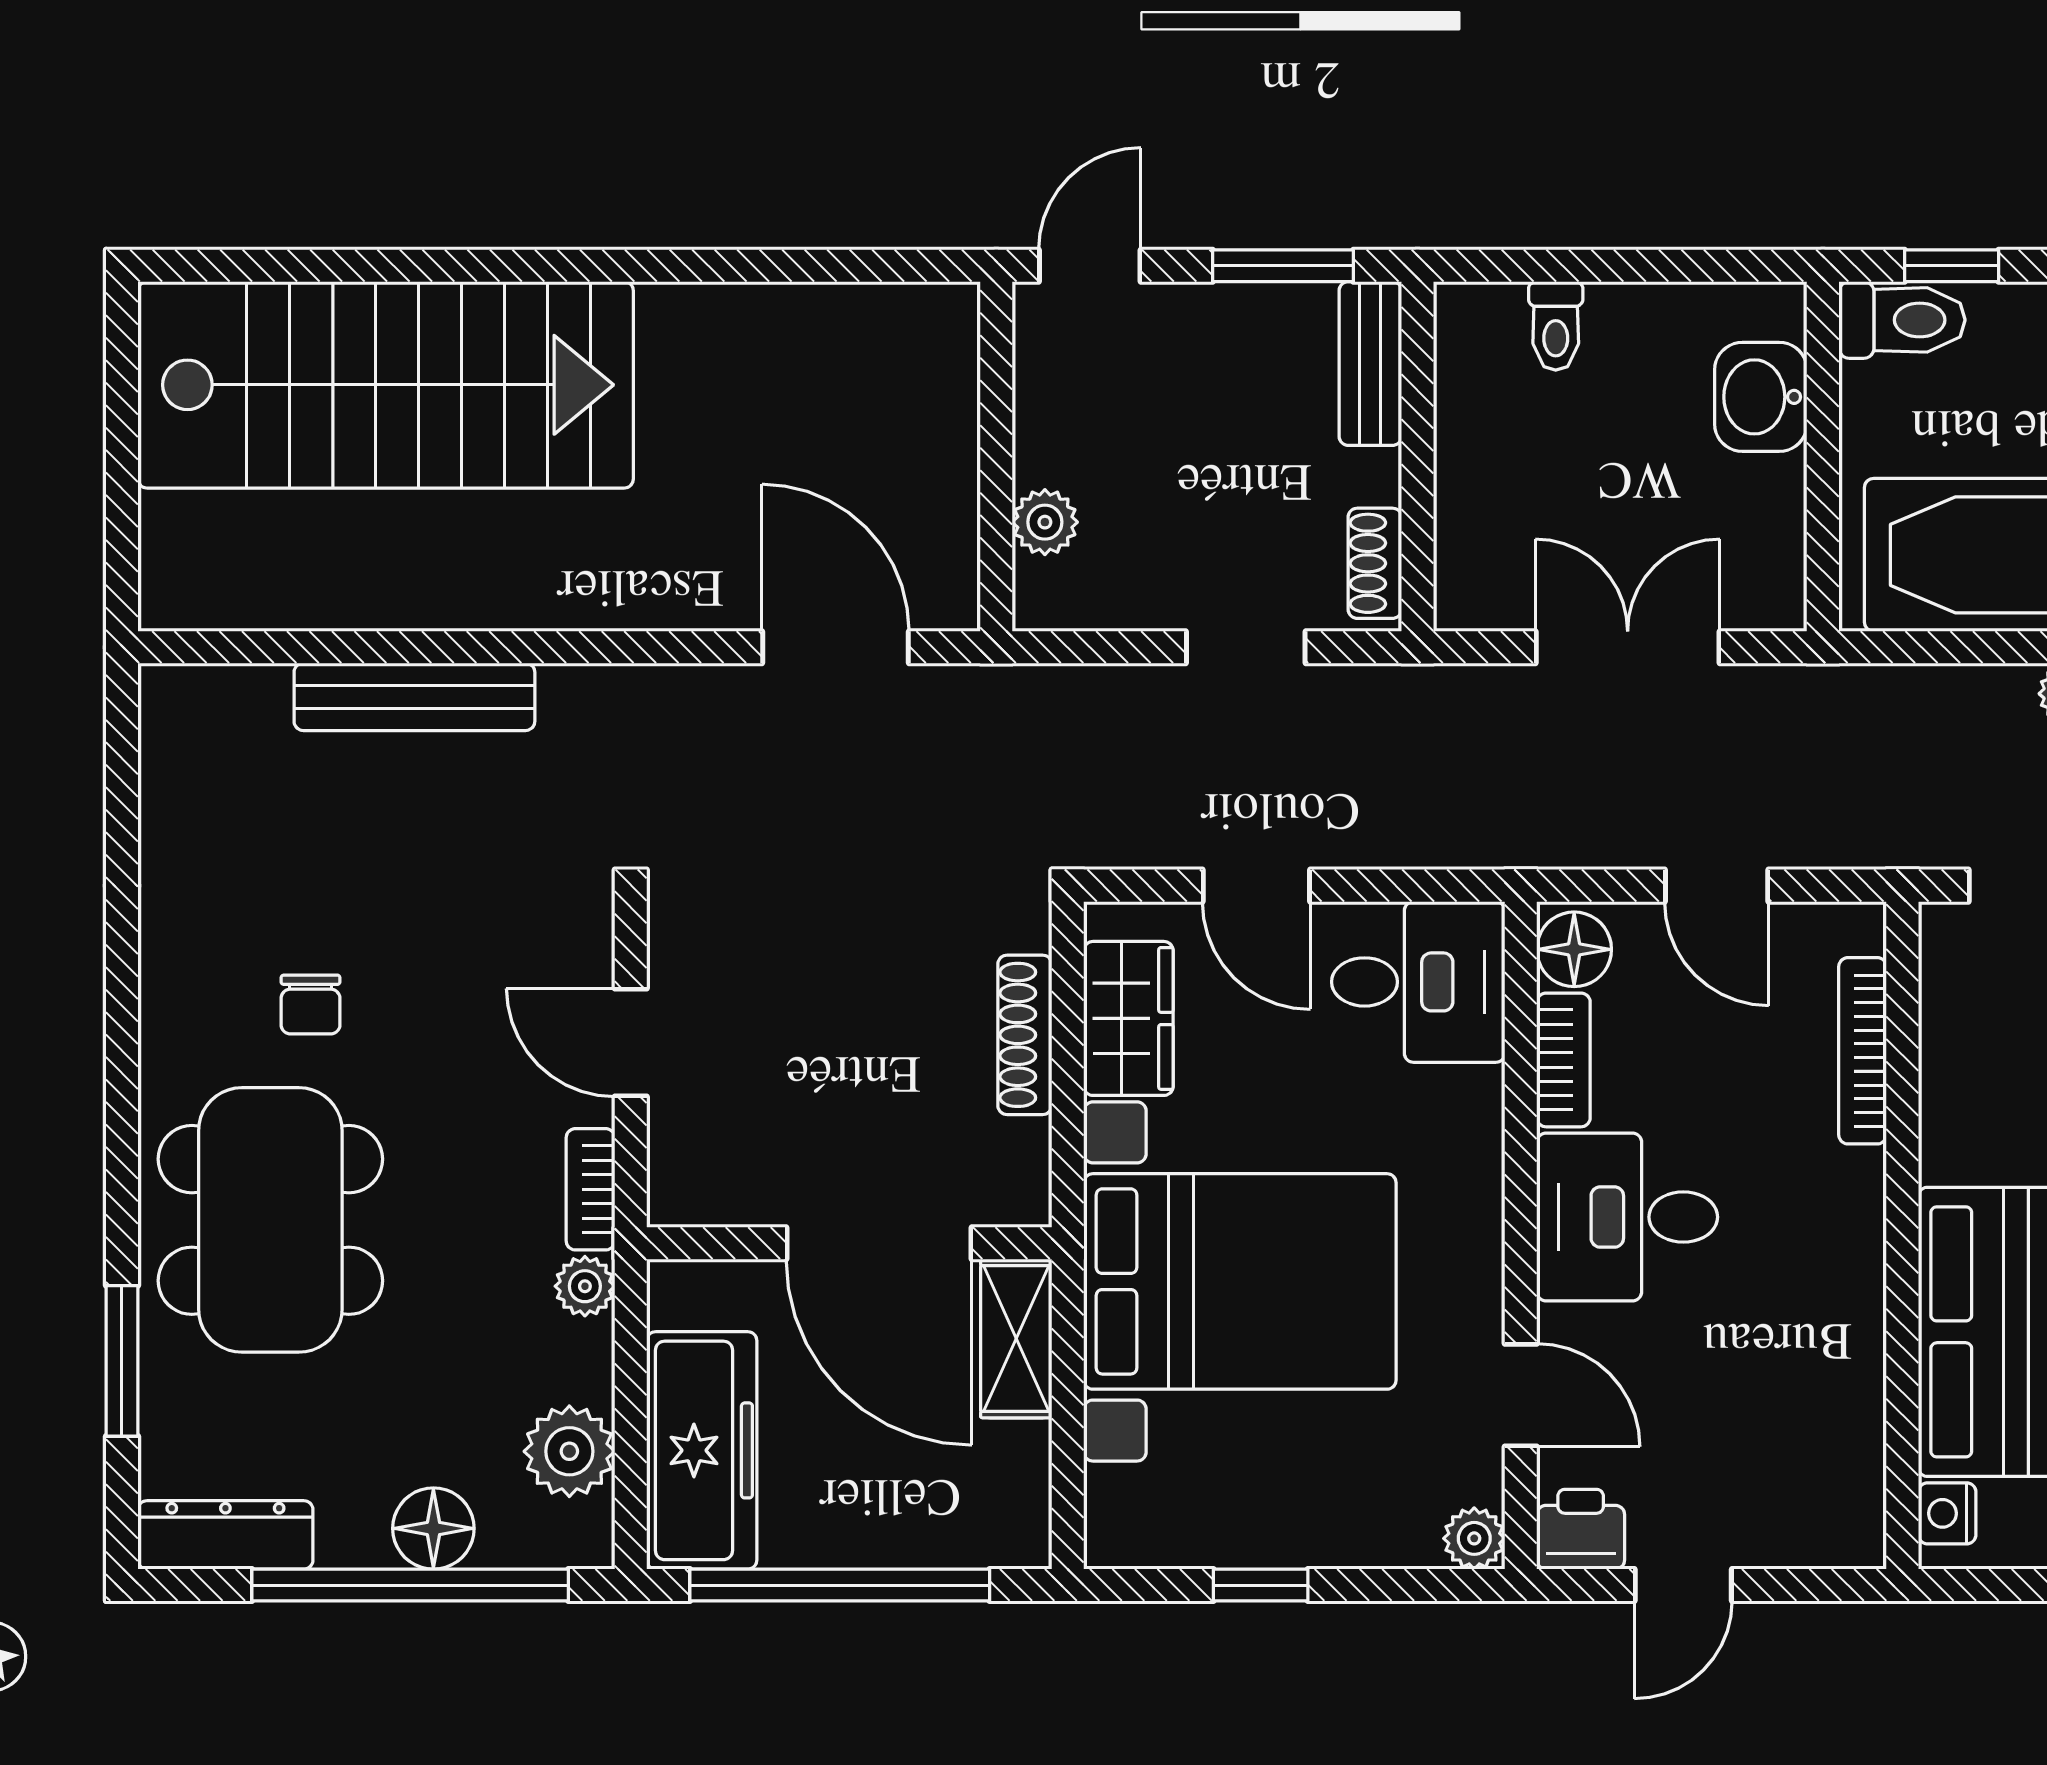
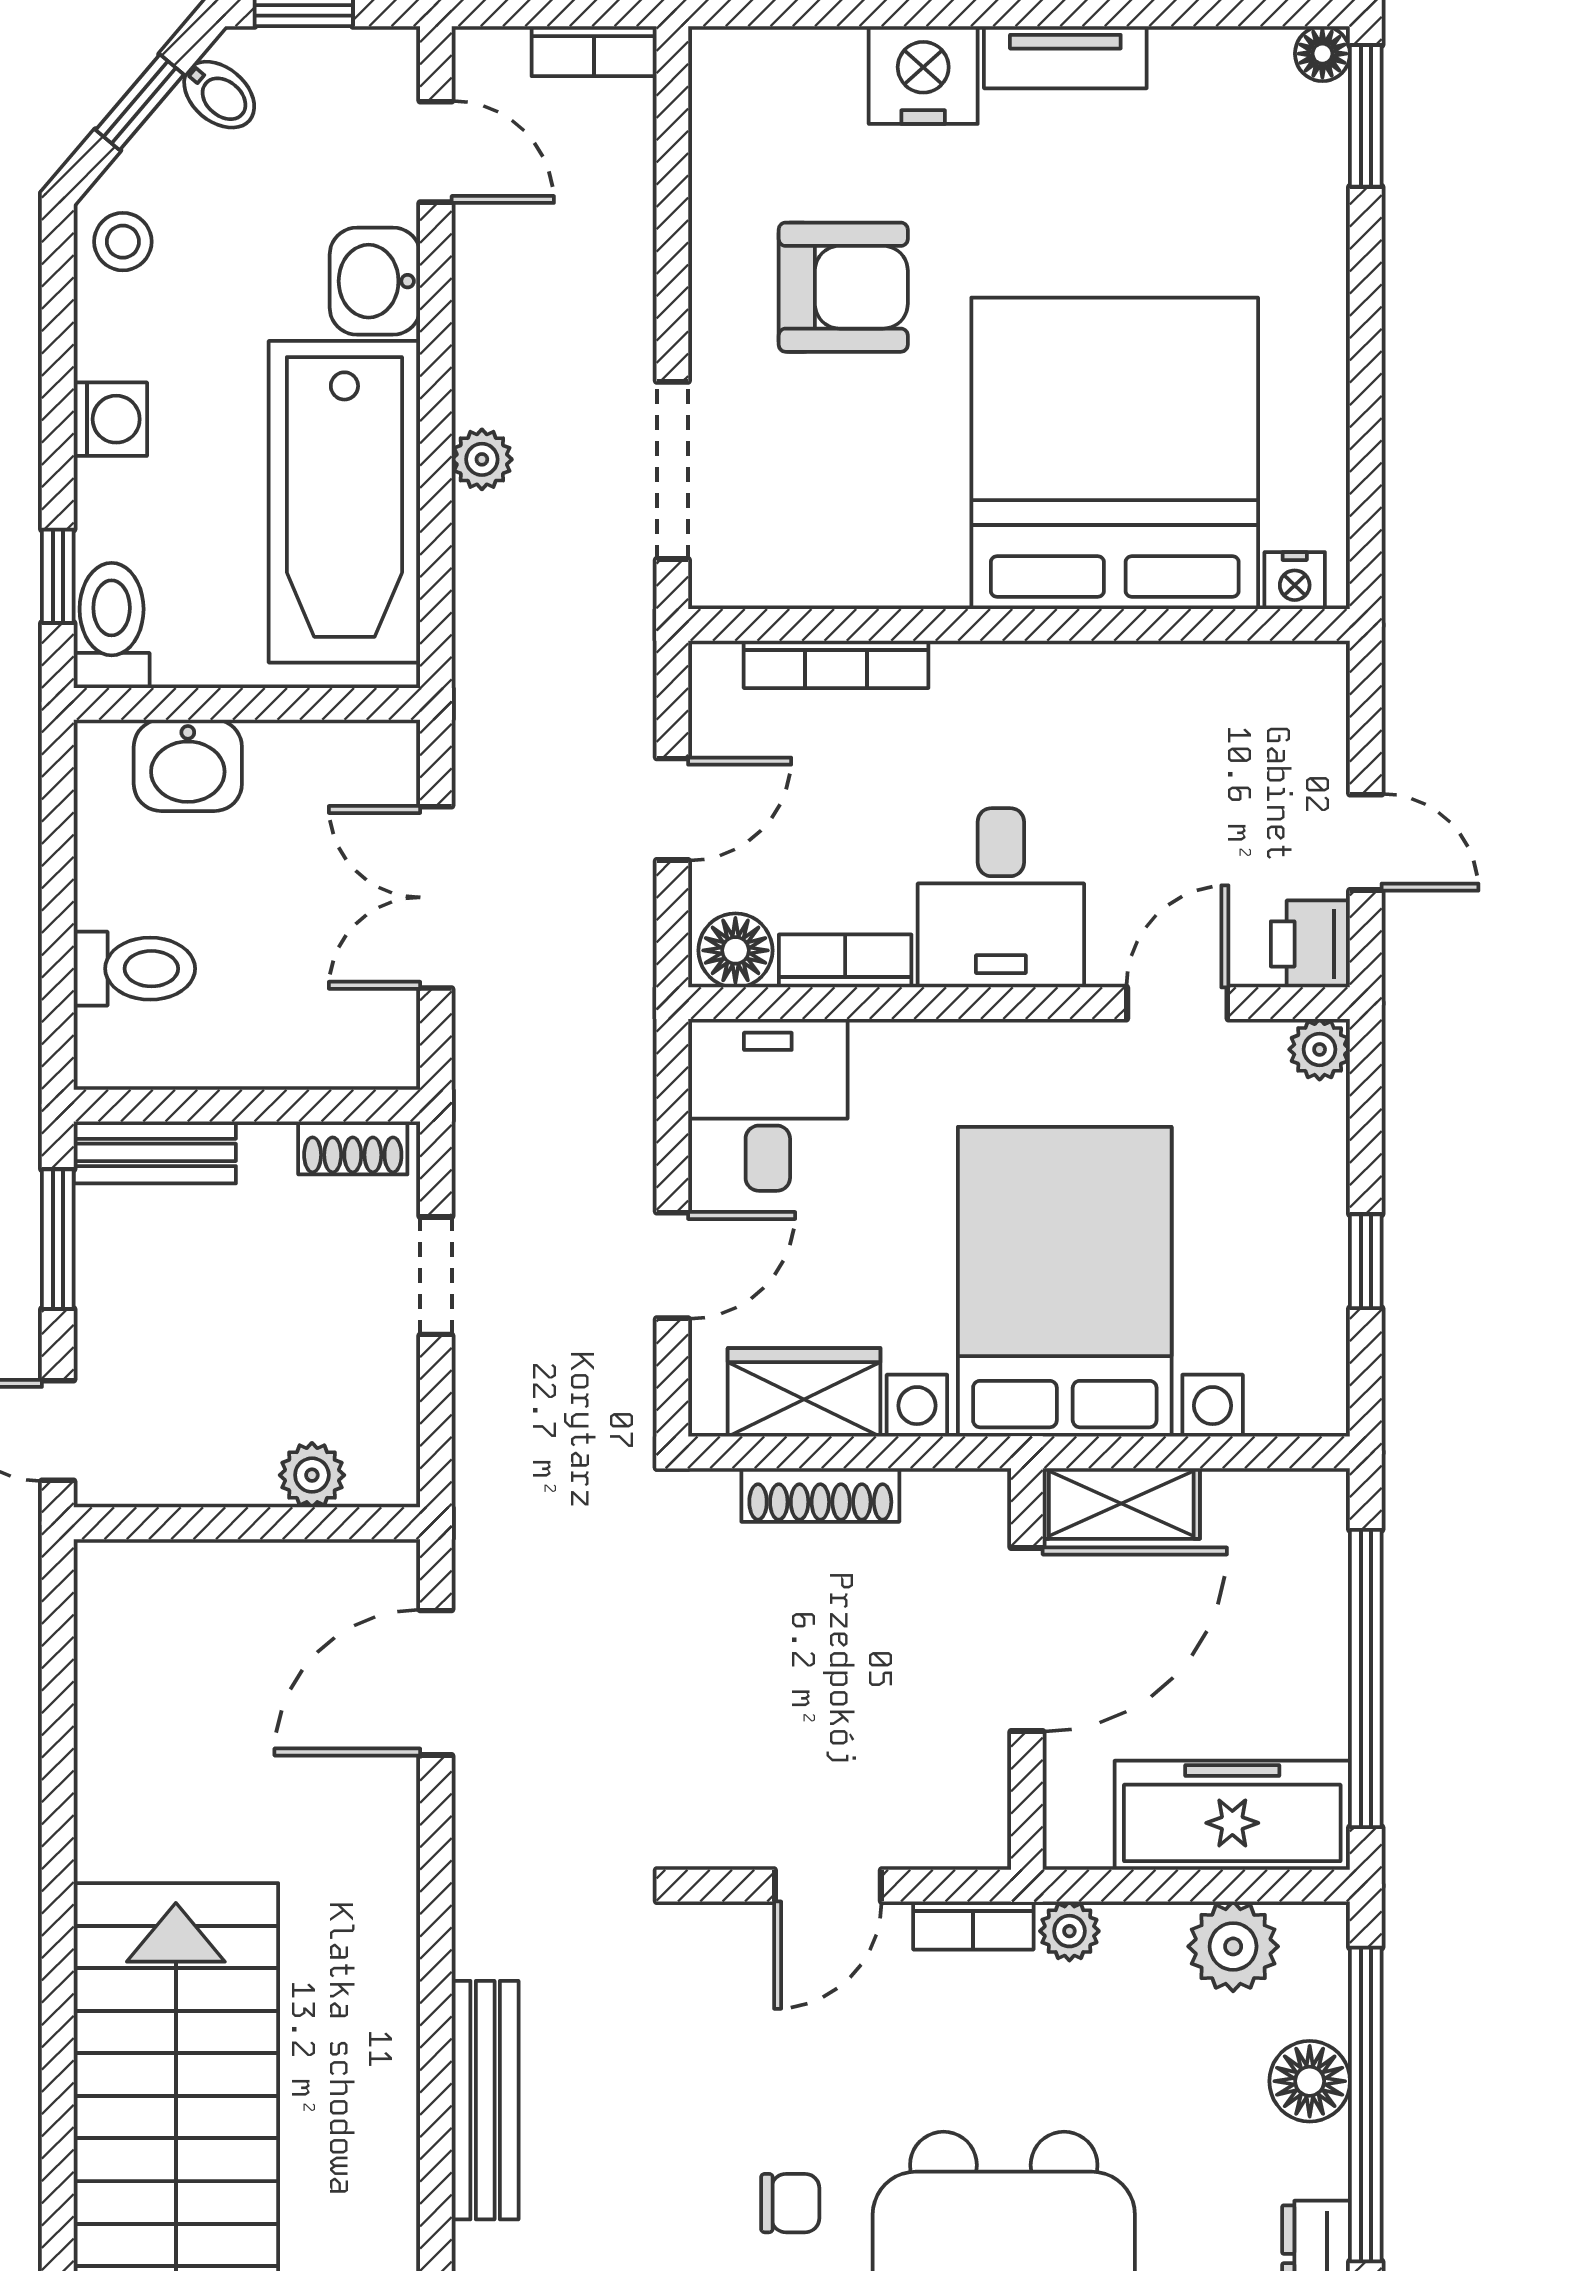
toilet: (1556, 326) -> (134, 969), width x1.37, depth x1.39

